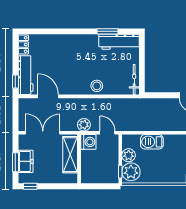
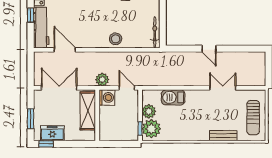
window: (15, 81) -> (31, 15), moved
freezer: (26, 161) -> (52, 133), moved, turned -90

